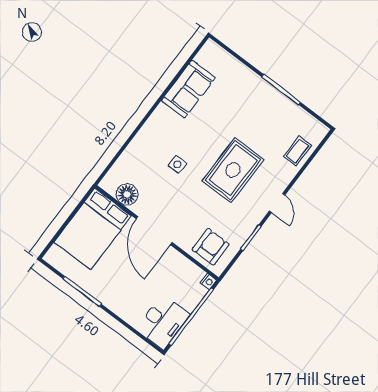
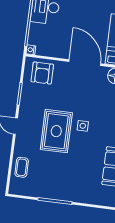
side table: (177, 164) -> (83, 126), moved

